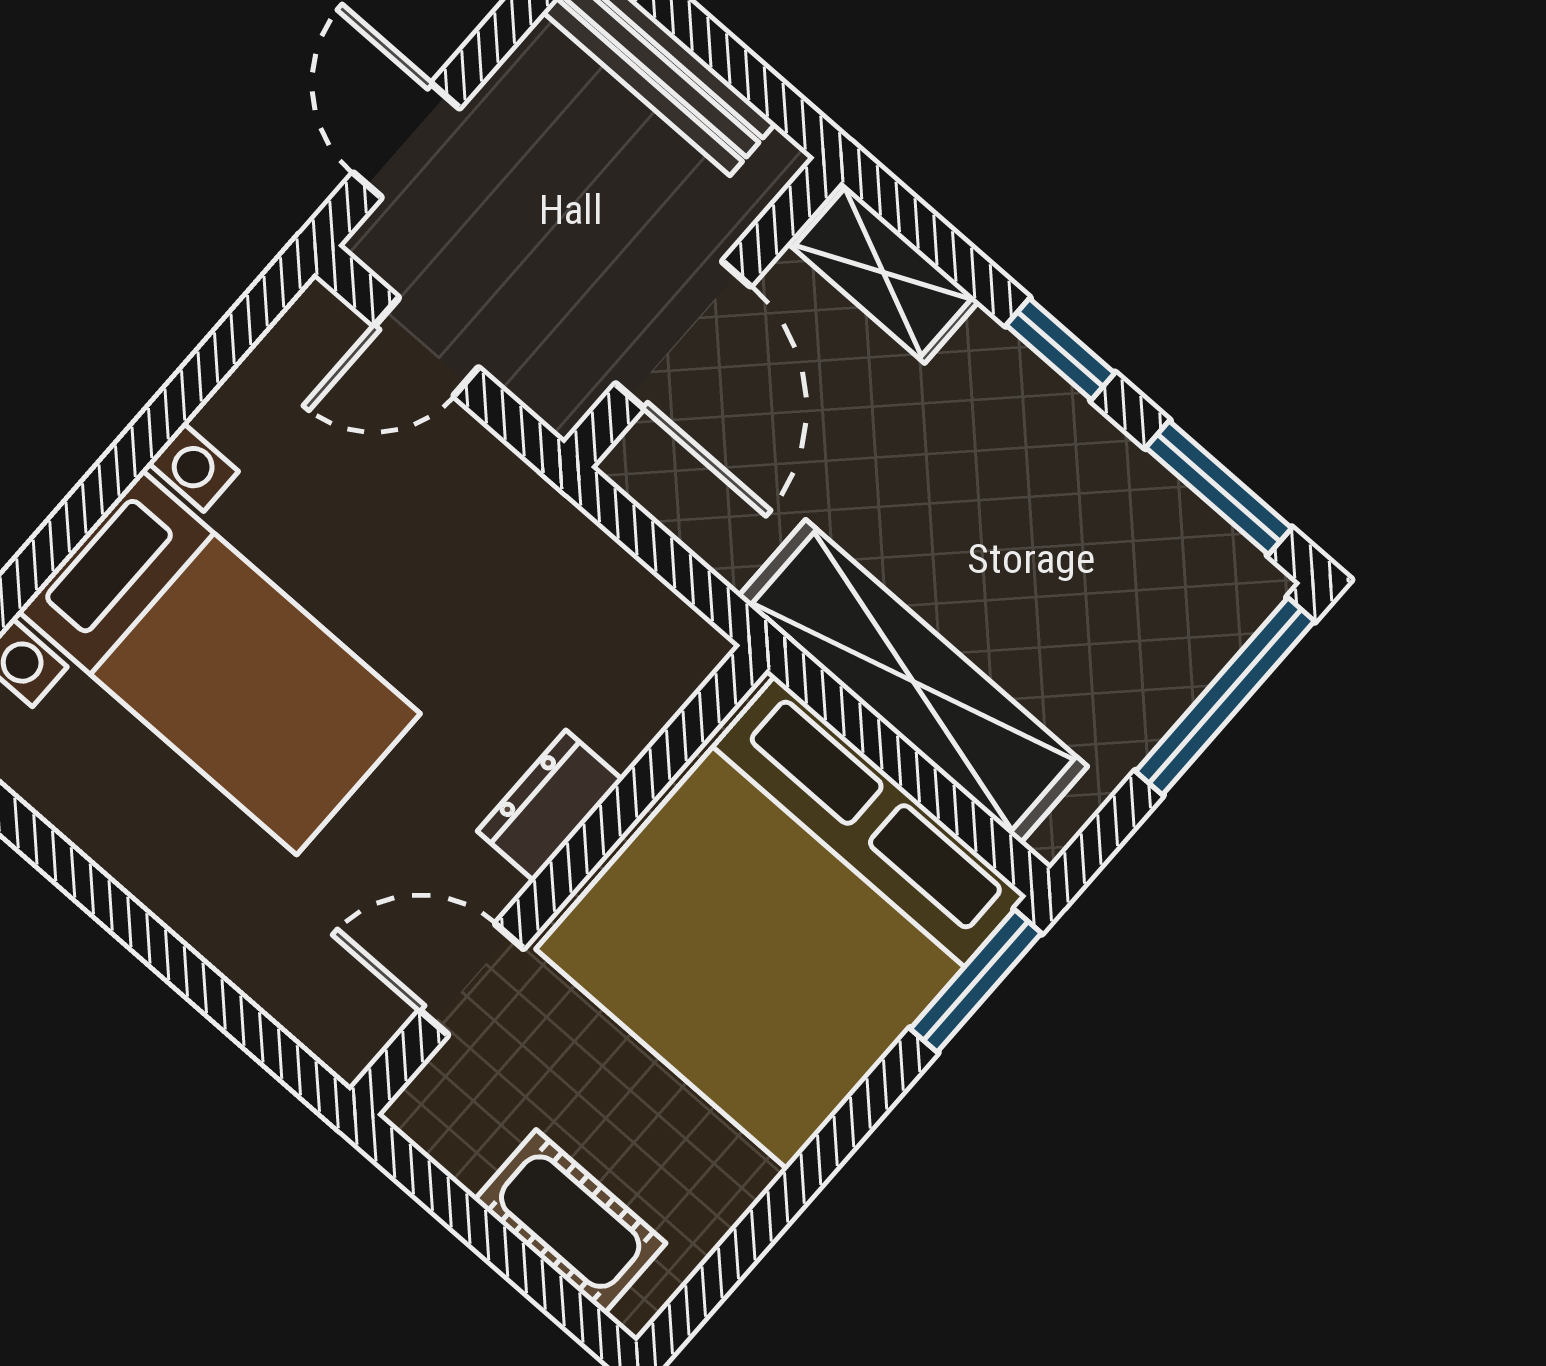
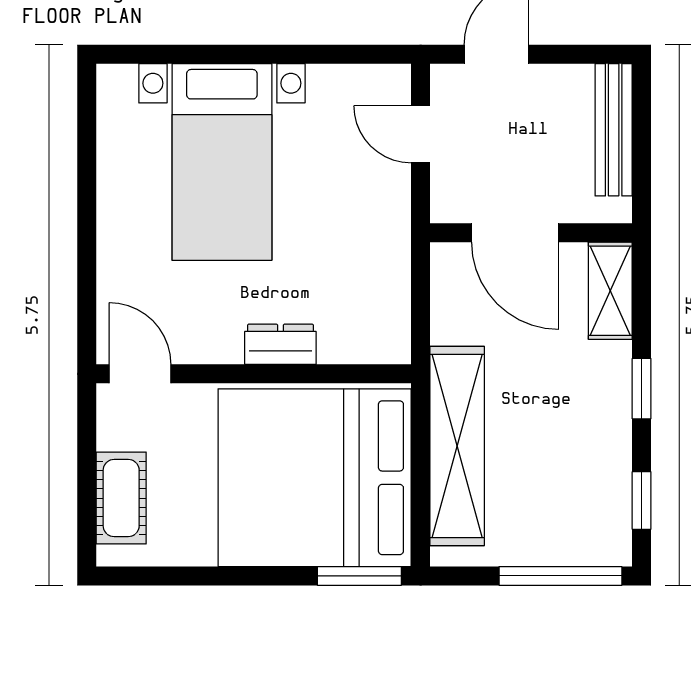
door: (683, 335) -> (515, 233), hinge flipped
window: (1219, 488) -> (642, 500), width x0.67
door: (472, 979) -> (140, 374), moved

